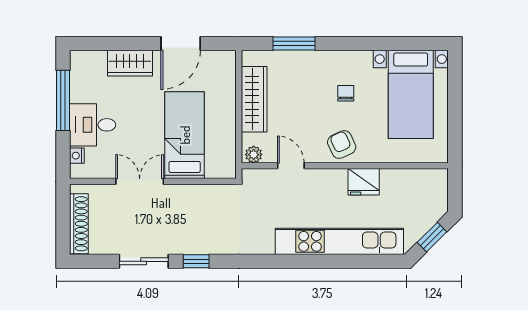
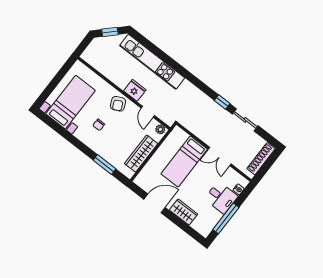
fridge: (364, 182) -> (135, 90), moved

